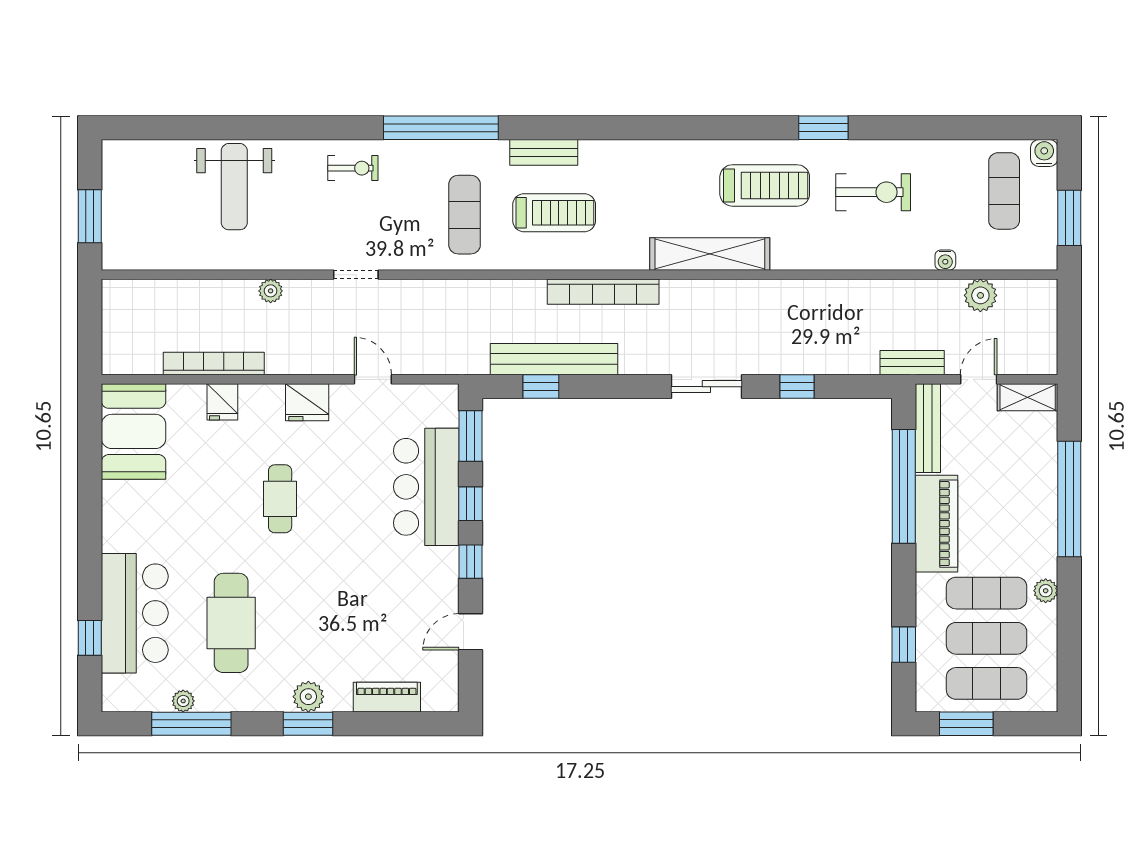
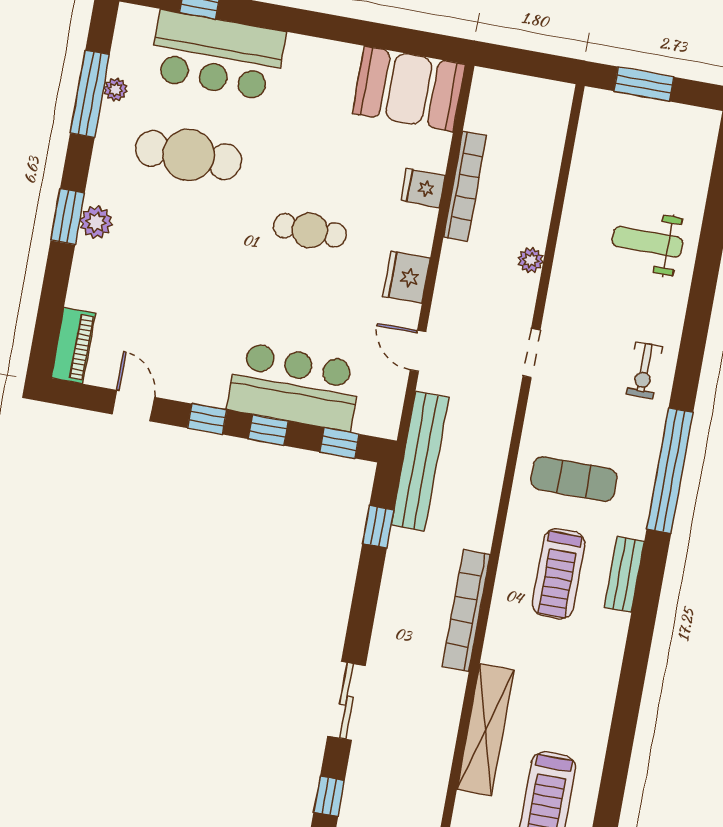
weight bench: (234, 187) -> (647, 242), width x0.73, depth x0.75
bench: (554, 359) -> (420, 461), moved
door: (373, 379) -> (418, 351), swing flipped
window: (471, 436) -> (339, 443), width x0.67
piano: (387, 697) -> (73, 346), moved

